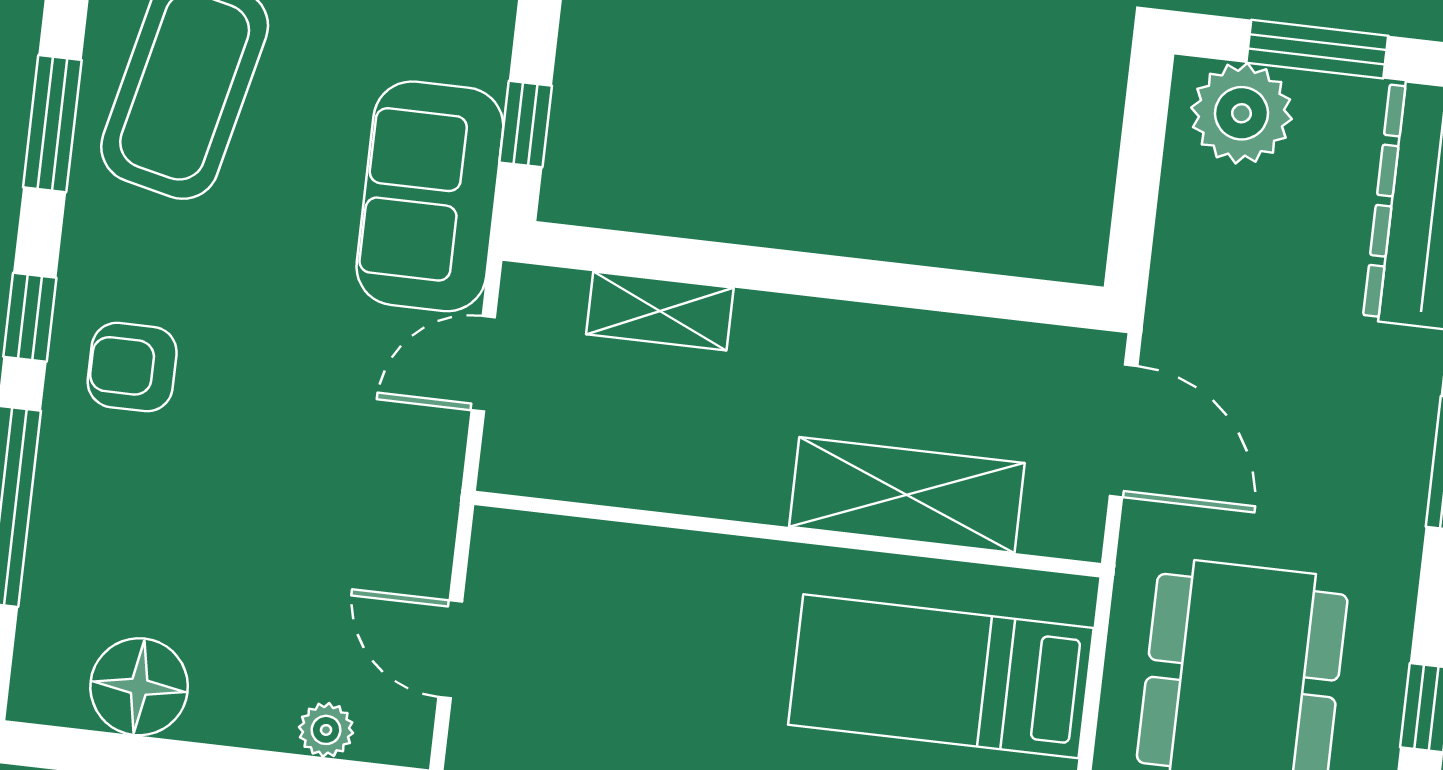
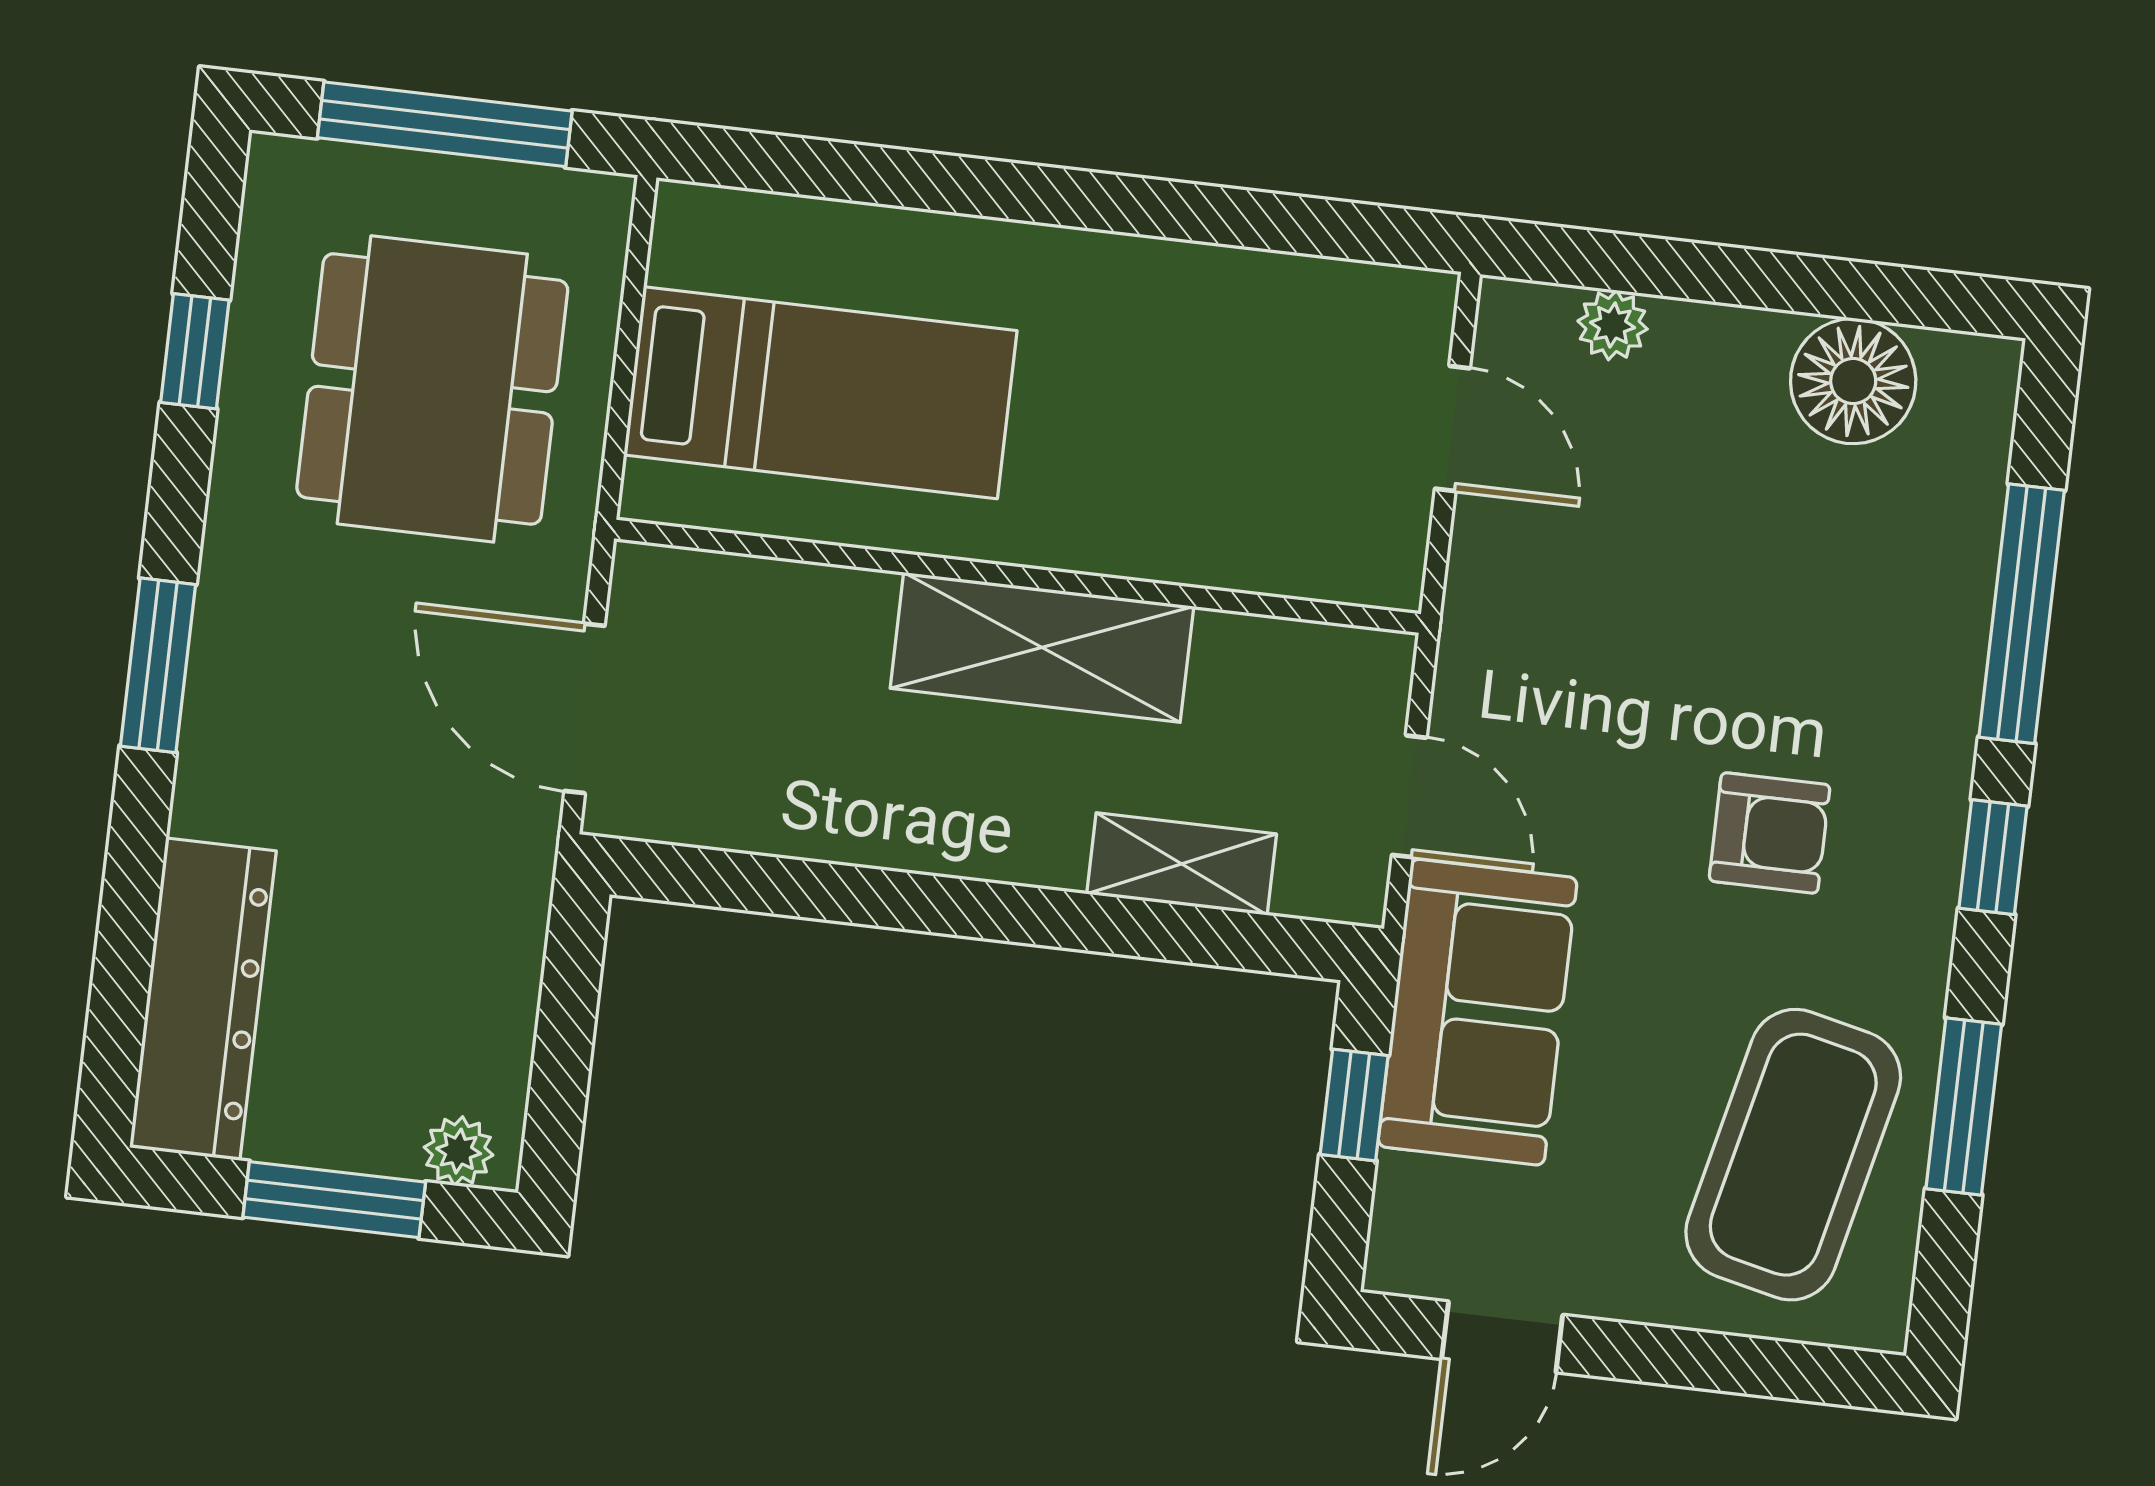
plant: (1241, 113) -> (459, 1151), width x0.53, depth x0.53
door: (483, 364) -> (1409, 796), hinge flipped
armchair: (132, 367) -> (1770, 833), moved
shelving: (907, 495) -> (1042, 647), moved

